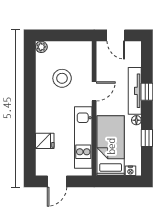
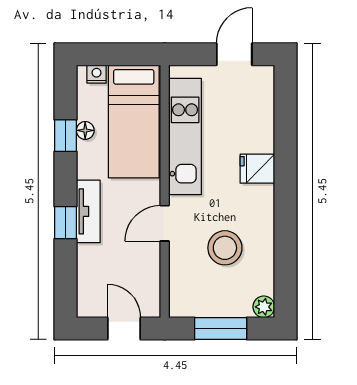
window: (64, 35) -> (221, 328), added
tv unit: (135, 91) -> (88, 211), width x0.71
floor lamp: (136, 120) -> (85, 130), moved
fridge: (45, 141) -> (257, 169), moved

